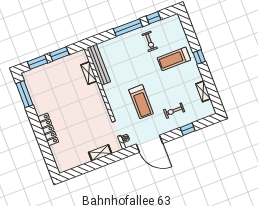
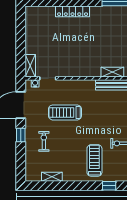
window: (199, 57) -> (109, 186), moved
window: (188, 129) -> (21, 135), moved
shelving: (100, 153) -> (30, 66), moved

